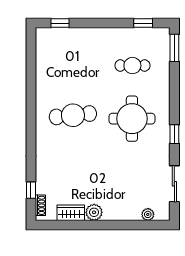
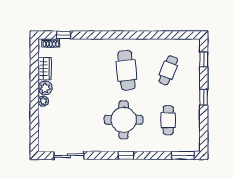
window: (143, 23) -> (204, 97), moved
cafe table: (73, 66) -> (168, 70), added
window: (174, 134) -> (126, 155), moved
plant: (148, 214) -> (43, 101), moved

